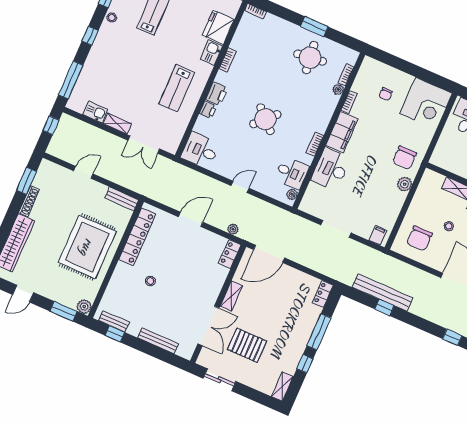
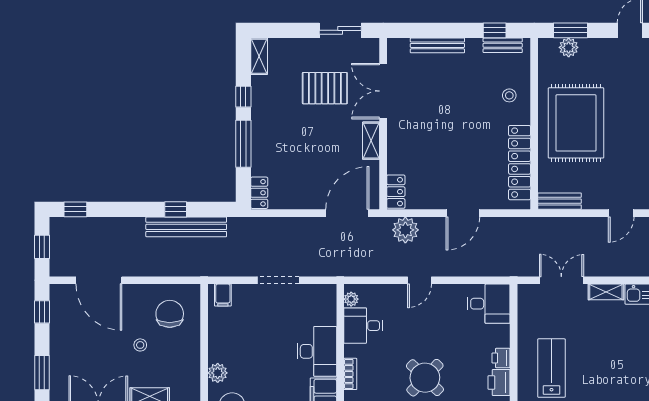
plant: (233, 229) -> (405, 230), width x1.88, depth x1.88
stool: (150, 281) -> (509, 95), moved
plant: (84, 307) -> (569, 47), moved

